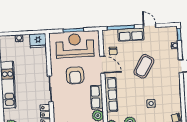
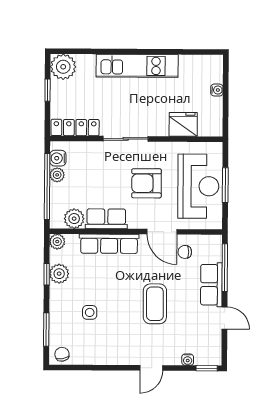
door: (150, 26) -> (224, 318), hinge flipped
fridge: (38, 41) -> (183, 124), moved, turned 90
door: (102, 65) -> (162, 232), hinge flipped
coffee table: (144, 66) -> (155, 304), turned 59

